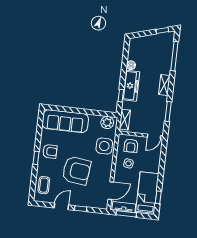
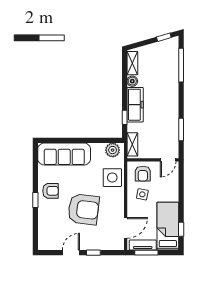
shelving: (164, 85) -> (132, 63), moved
coffee table: (44, 185) -> (48, 230), removed

